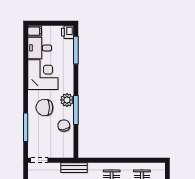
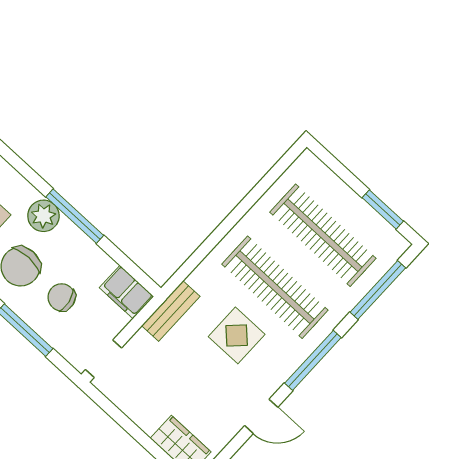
chair: (64, 126) -> (62, 297), moved
filing cabinet: (67, 148) -> (127, 292), added

